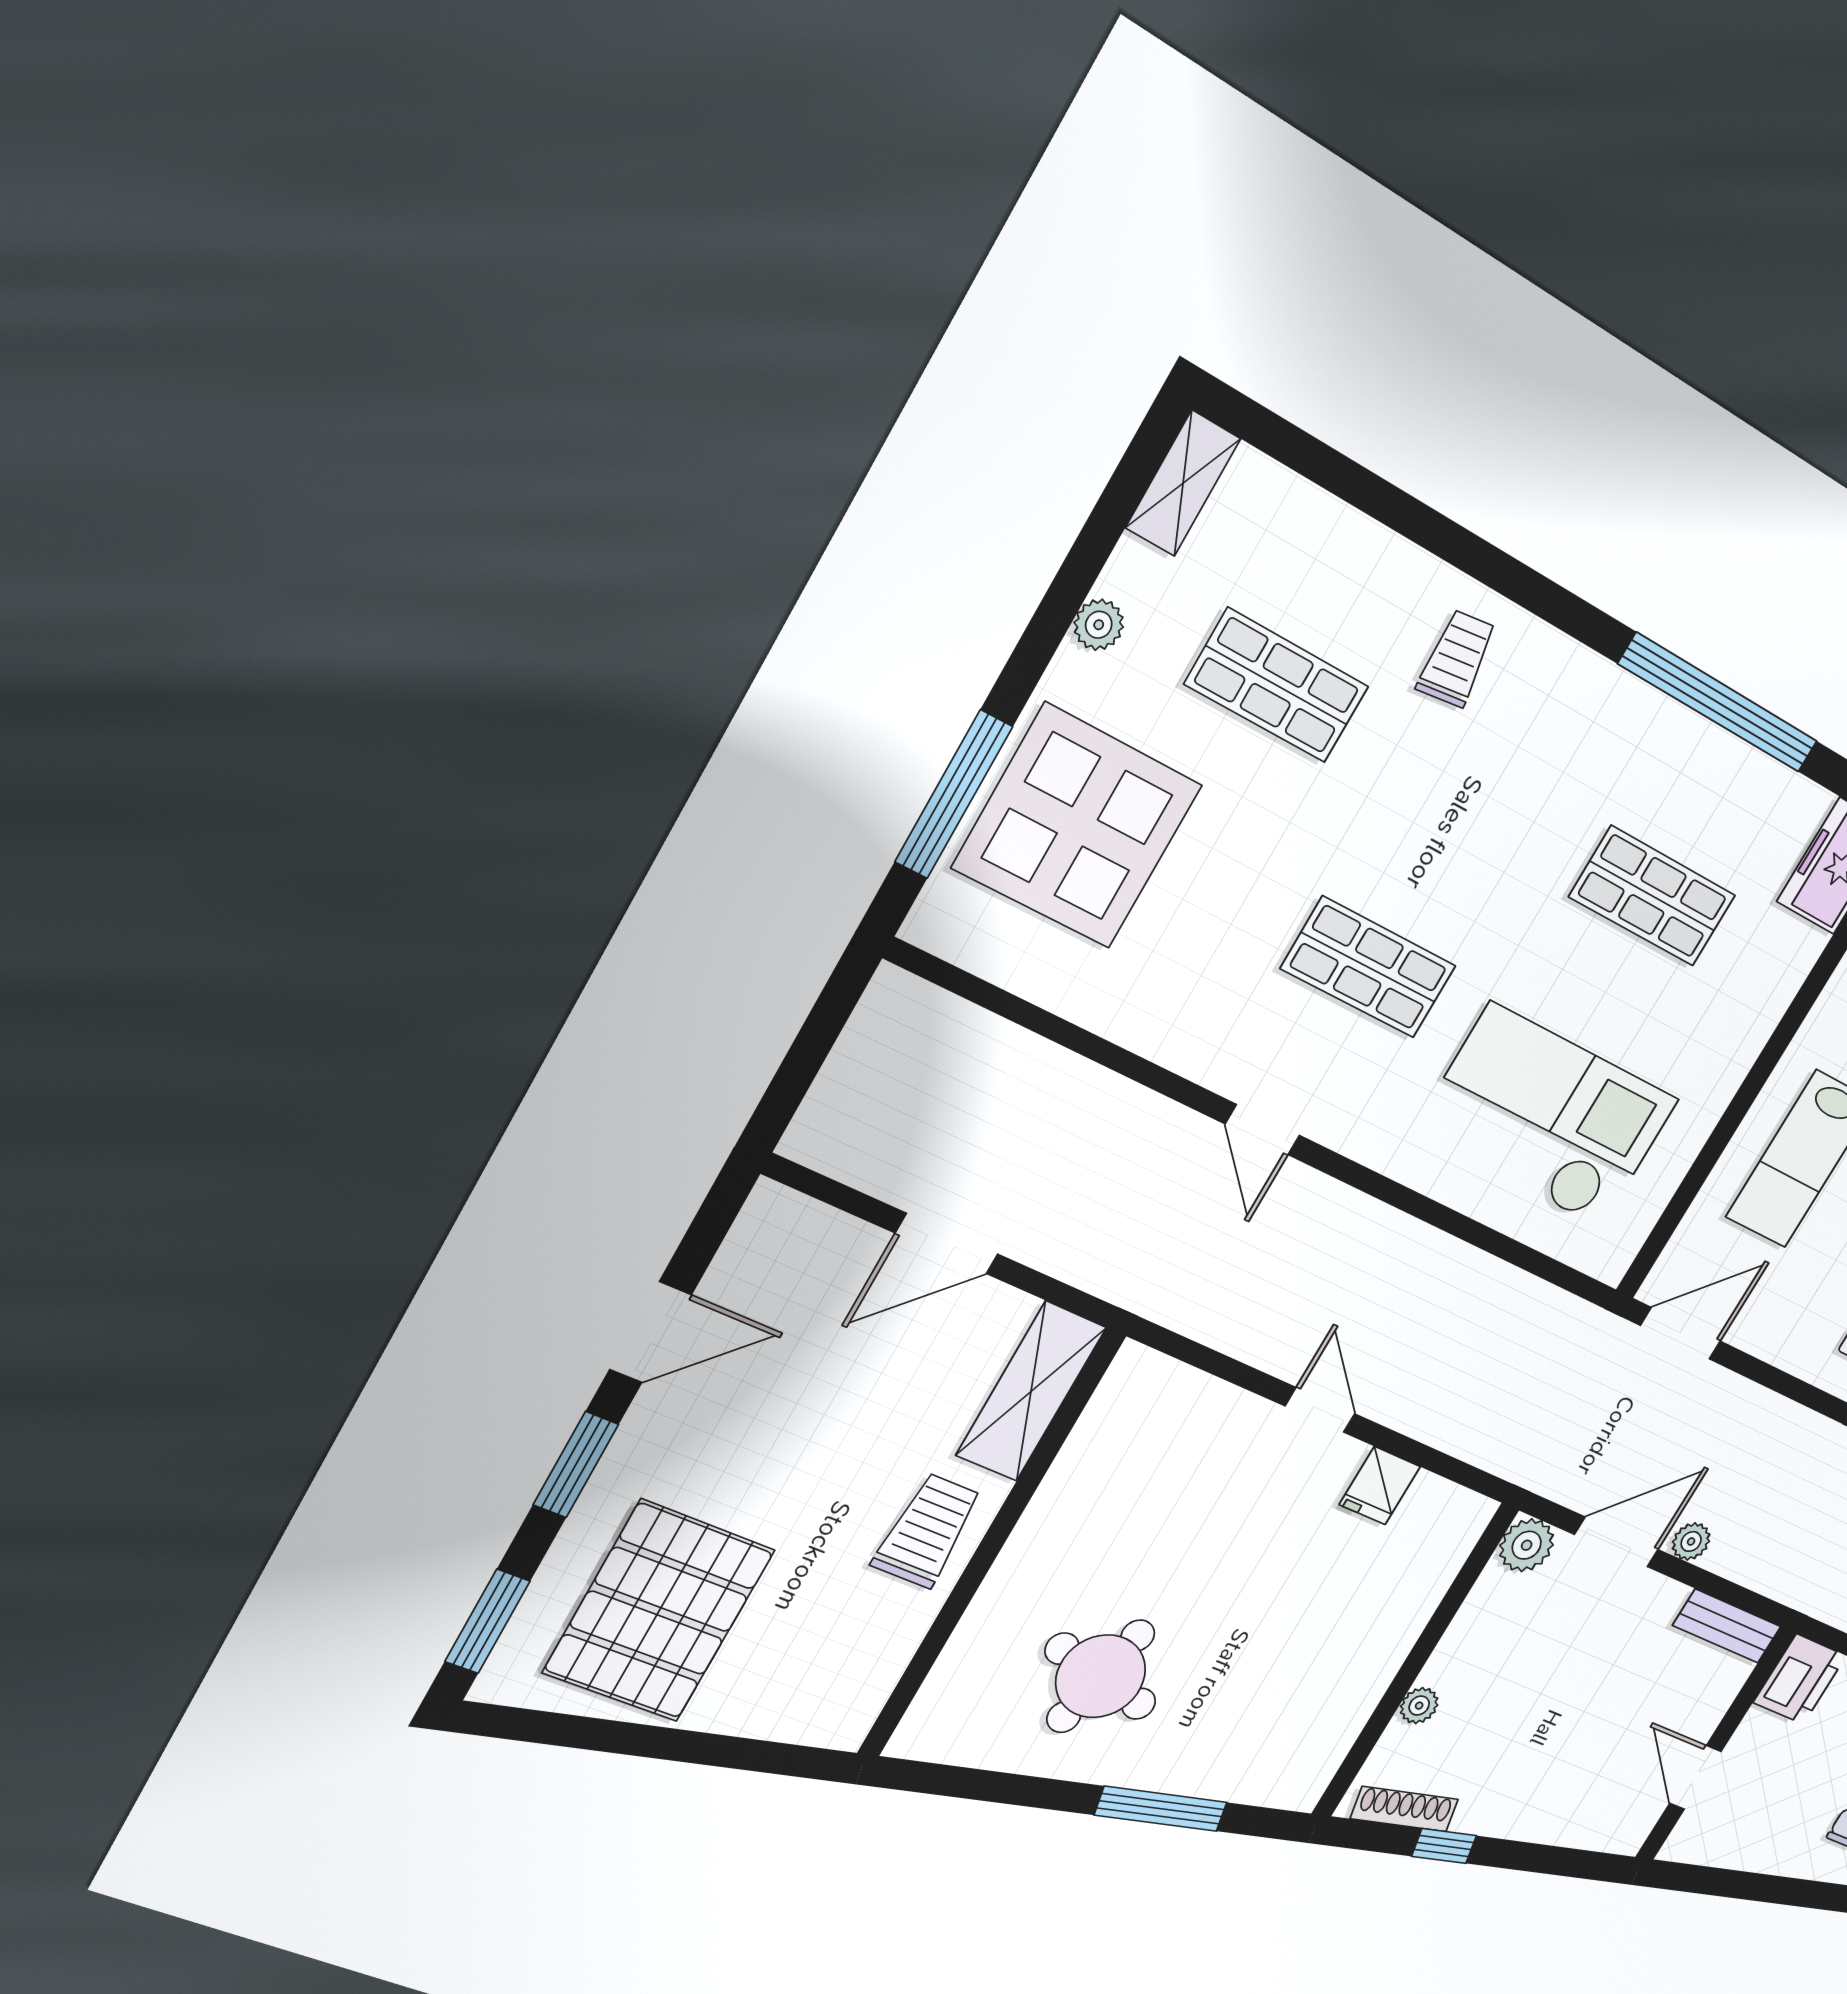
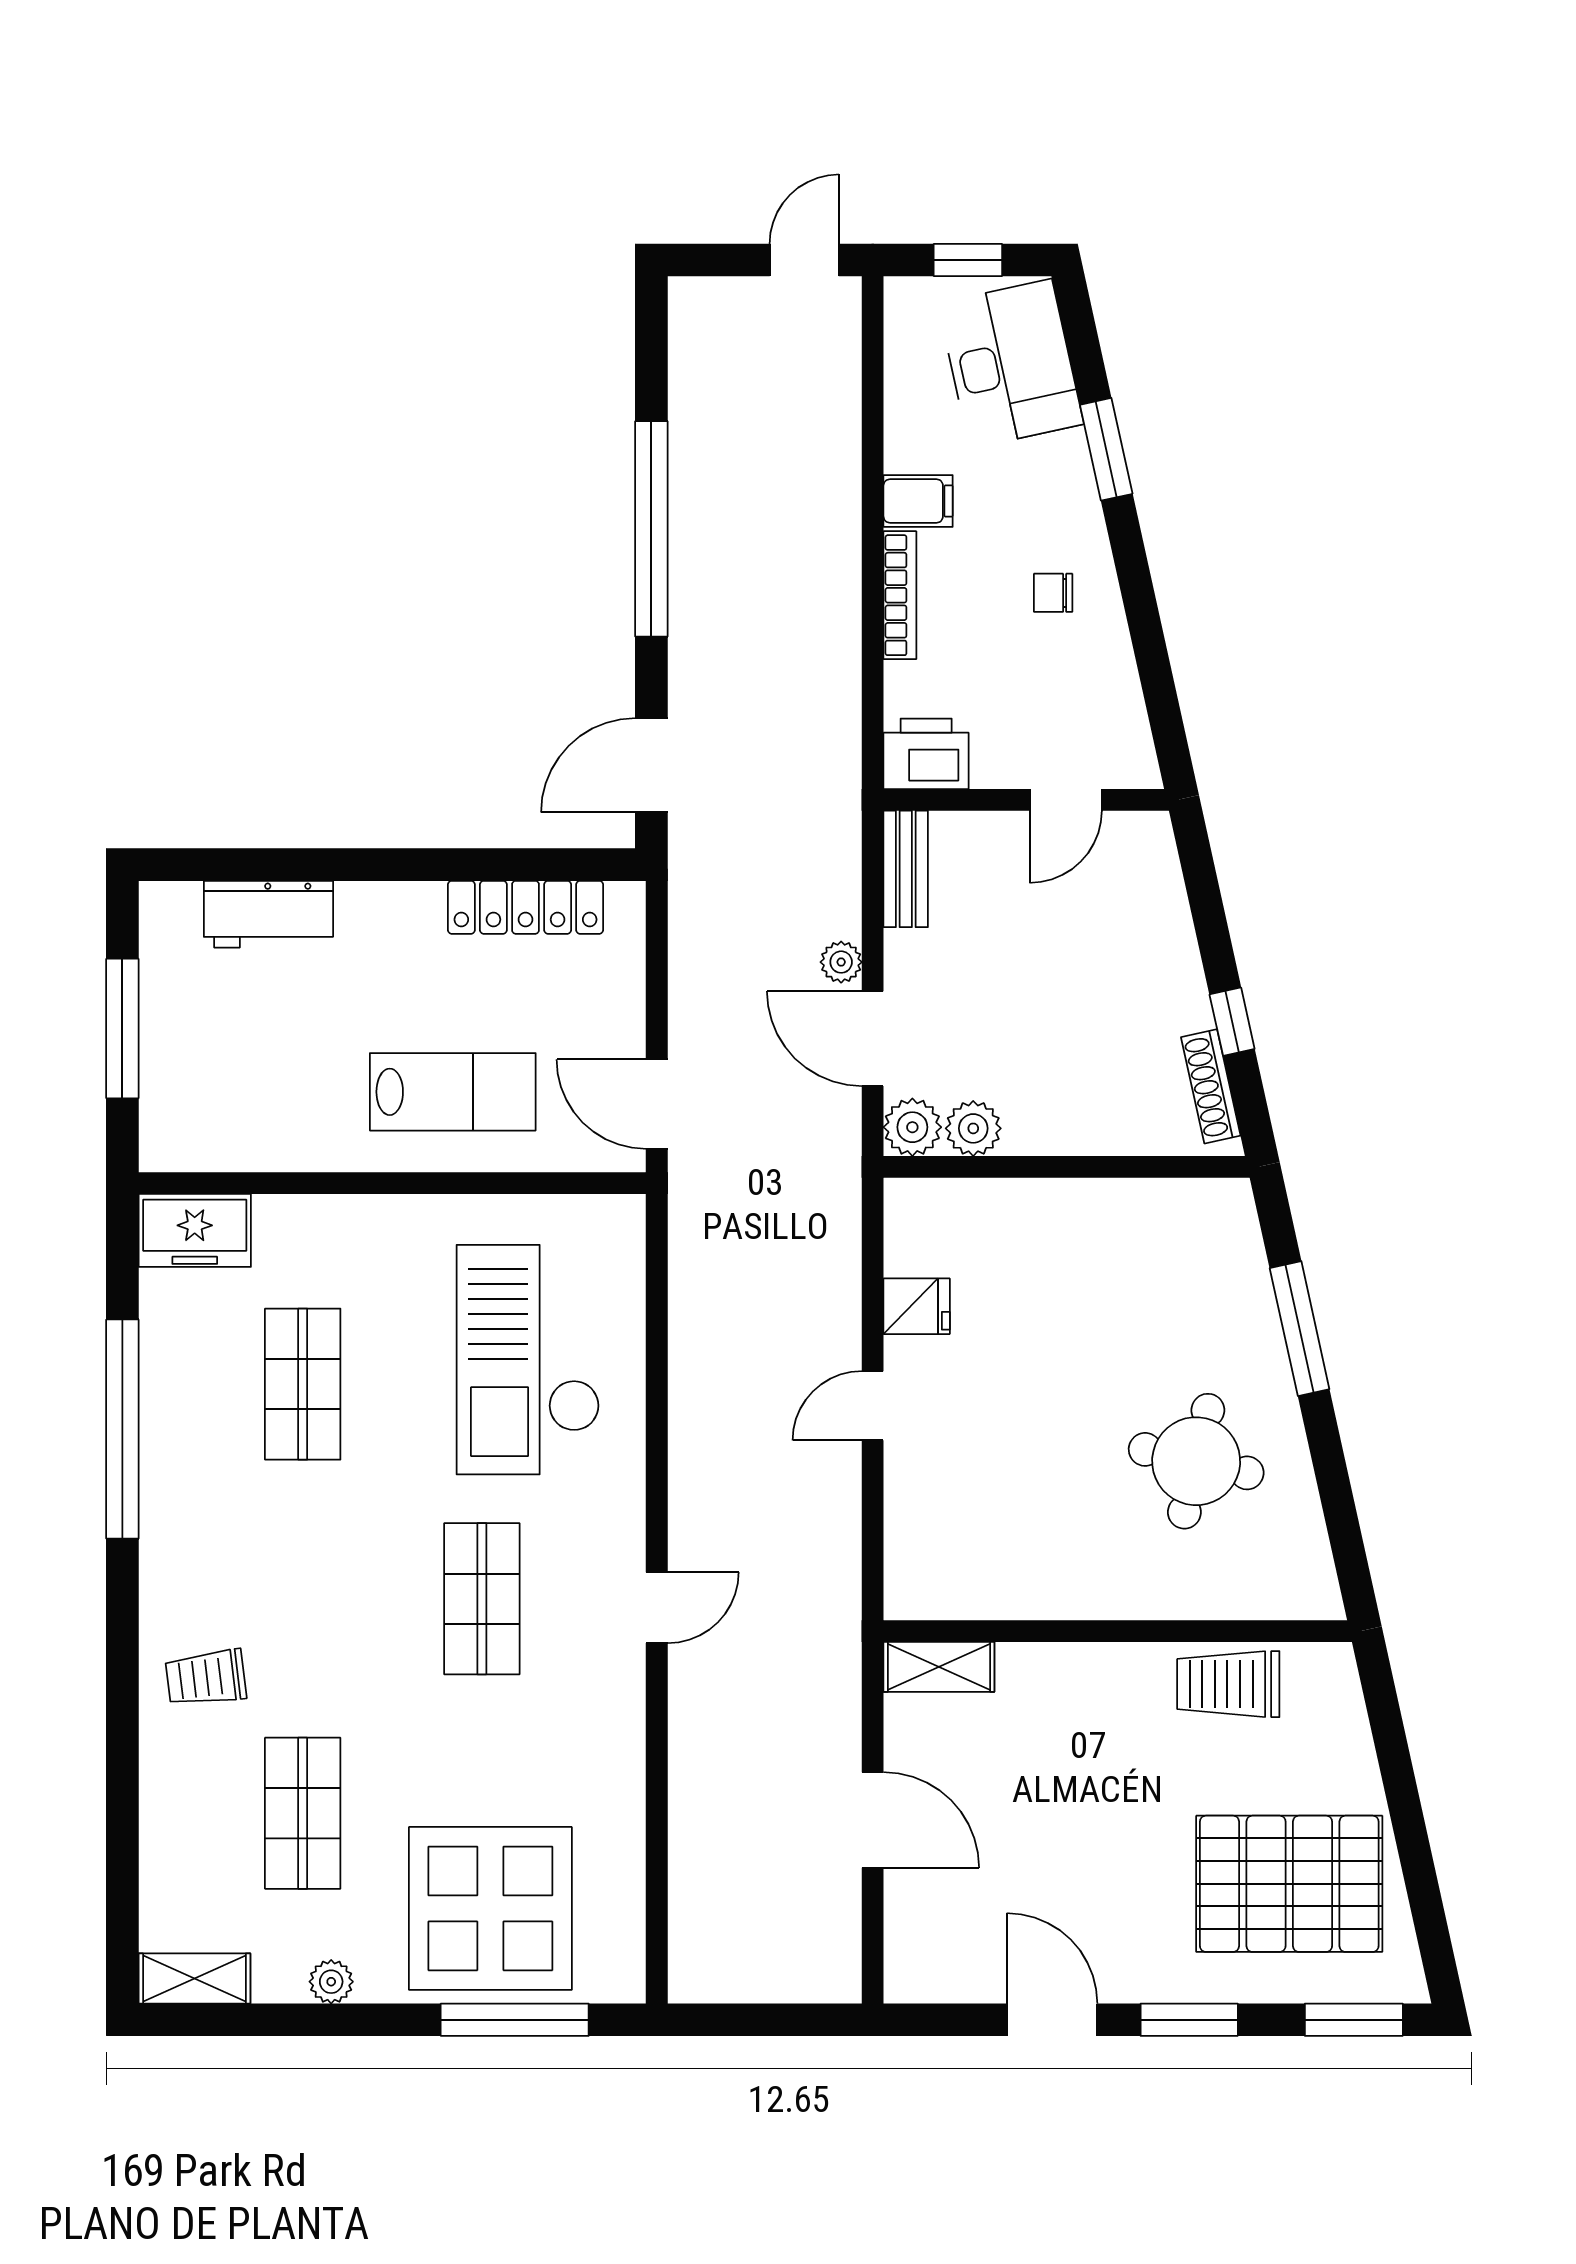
shelving: (1031, 1391) -> (939, 1667), width x0.67, depth x0.75
trolley: (927, 1531) -> (1228, 1684), moved
plant: (1419, 1706) -> (973, 1128), moved, width x1.38, depth x1.38

